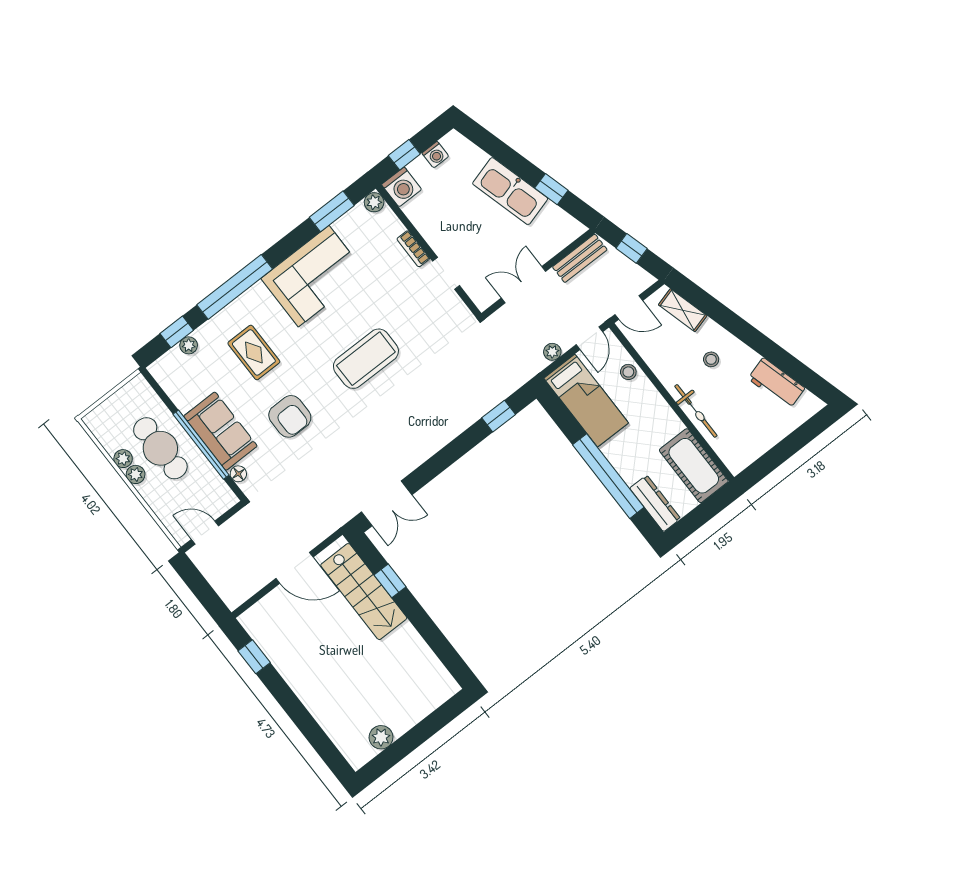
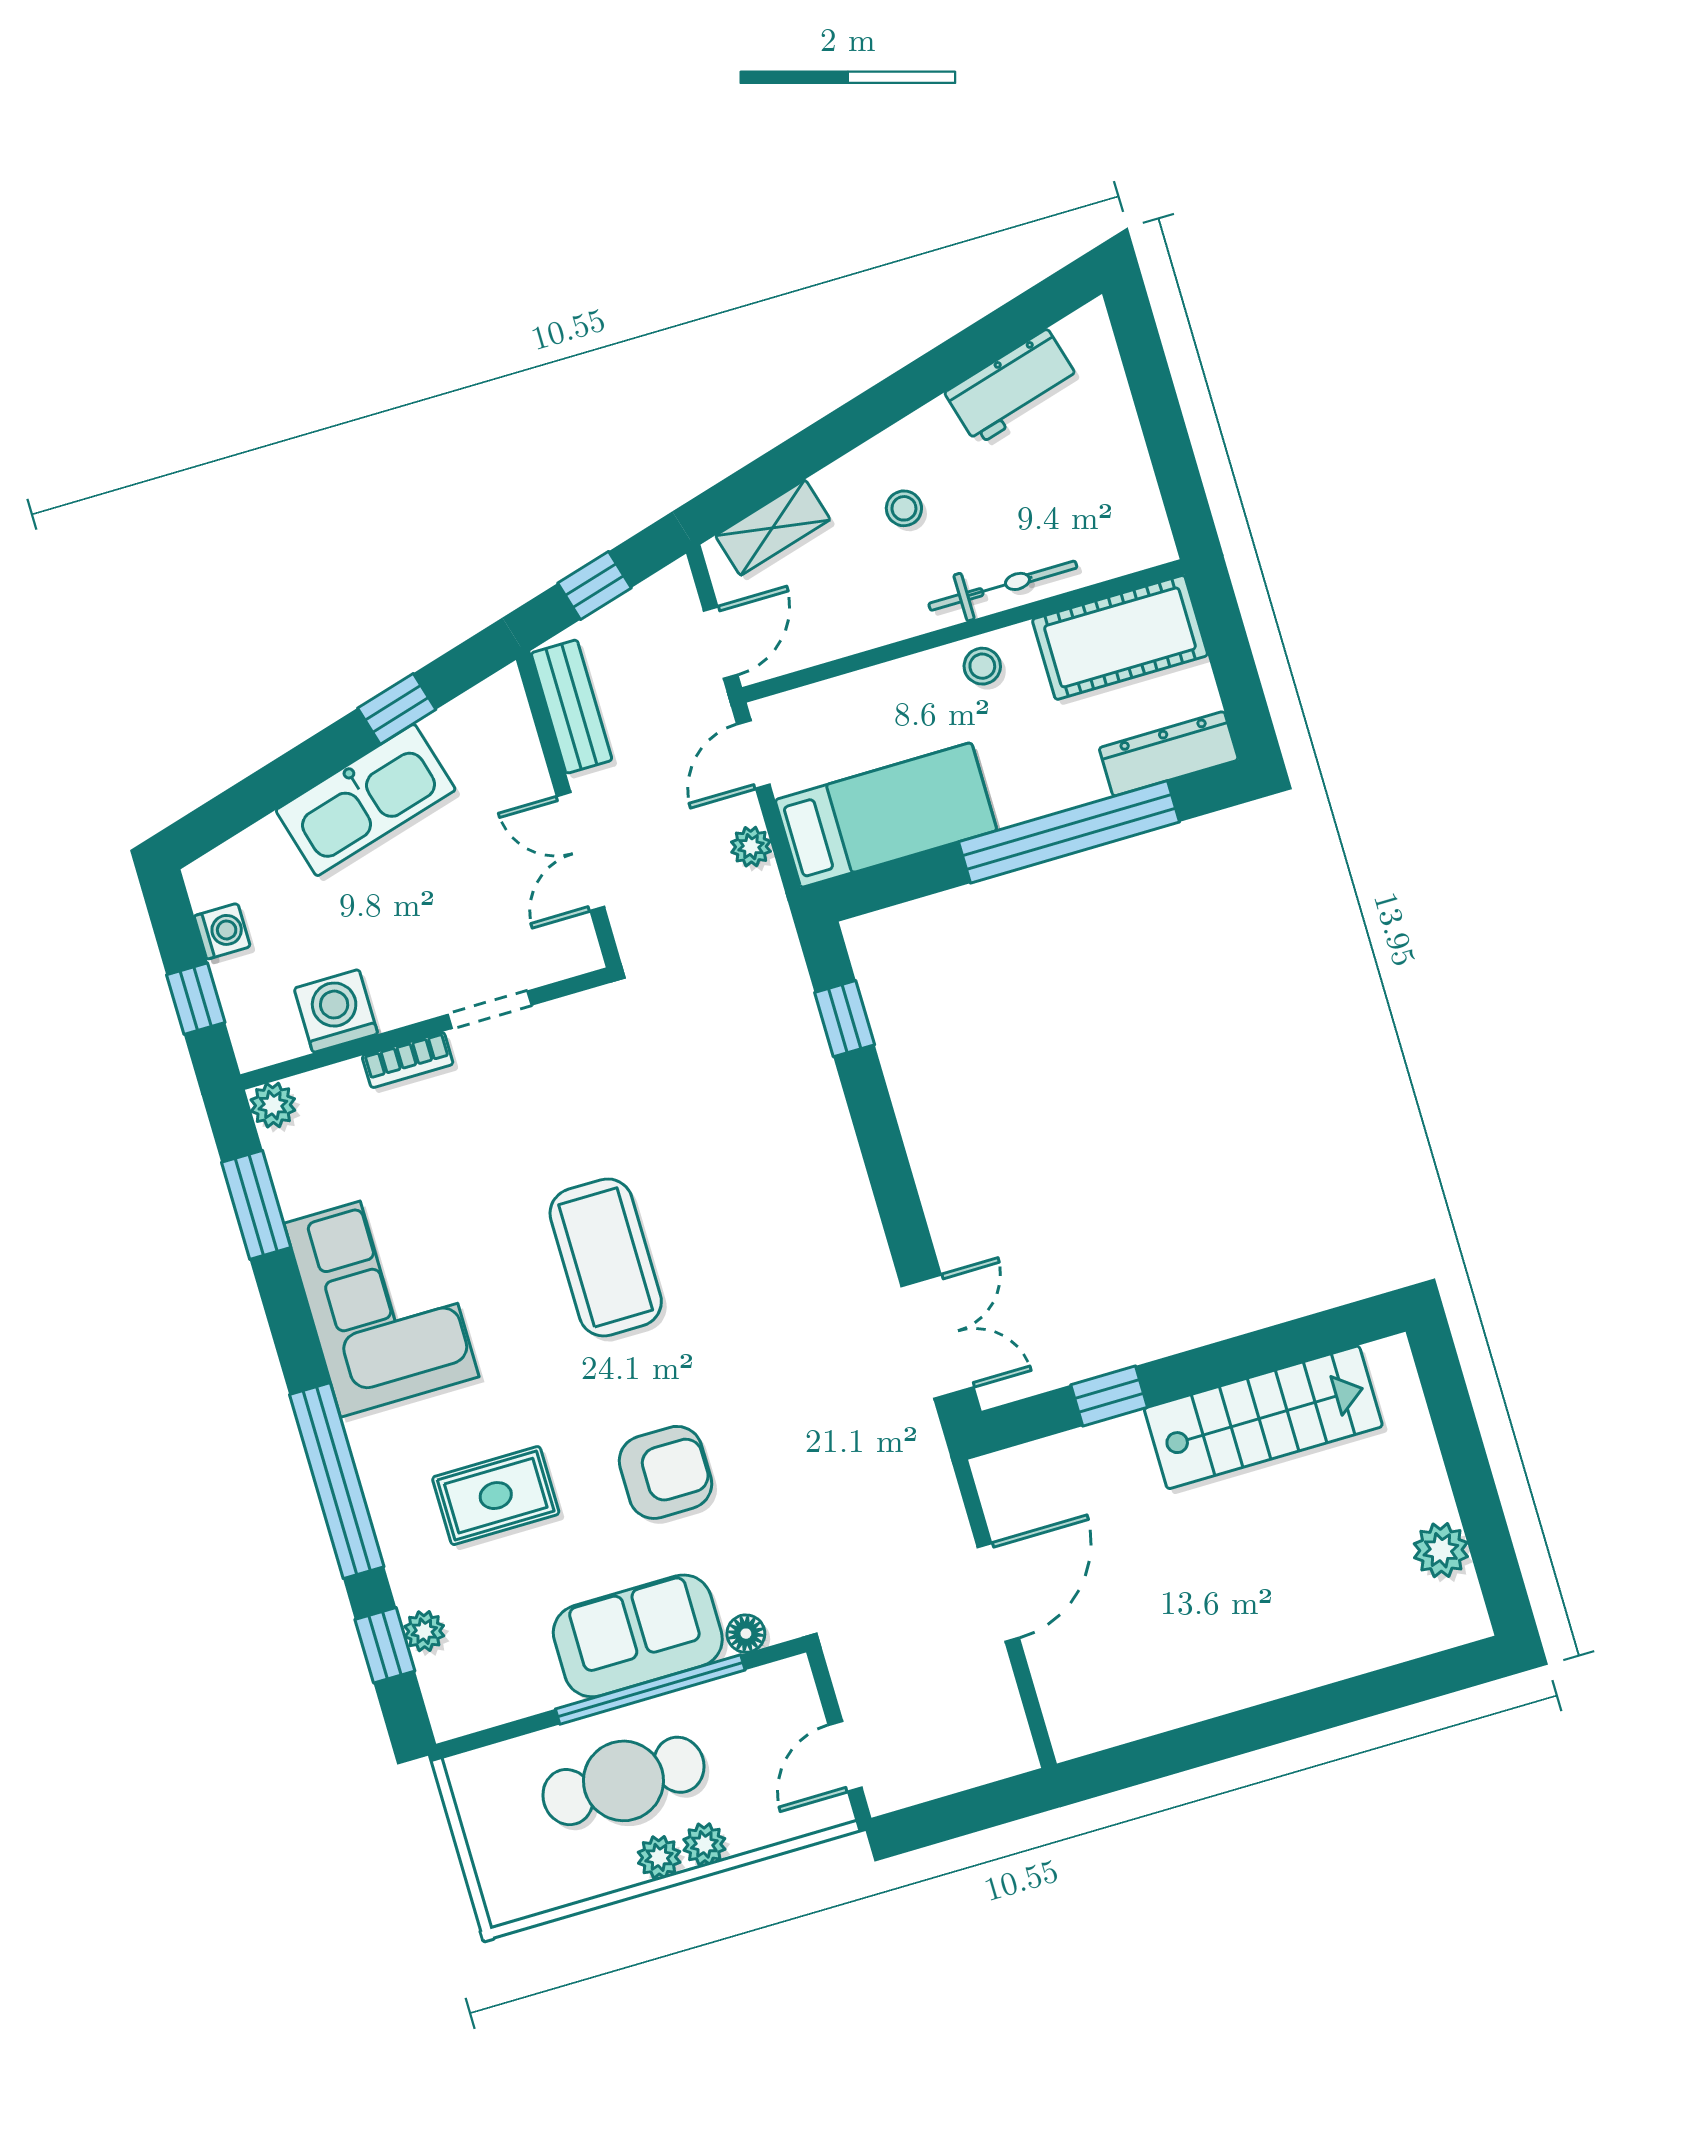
washing machine: (402, 187) -> (336, 1011), moved, turned -90
door: (589, 338) -> (753, 754), swing flipped
stool: (628, 372) -> (982, 666), moved
plant: (123, 459) -> (704, 1844), moved
stairs: (364, 592) -> (1263, 1417), moved
window: (254, 657) -> (1157, 1757), removed

